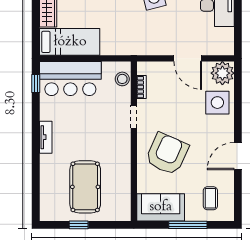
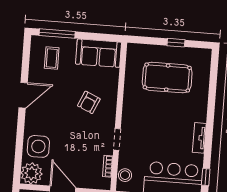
tv unit: (46, 137) -> (199, 138), moved
armchair: (167, 154) -> (89, 102), width x0.53, depth x0.53
pool table: (85, 187) -> (167, 78), turned 90
window: (188, 225) -> (57, 34), moved

